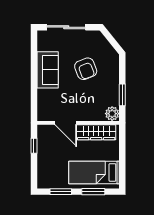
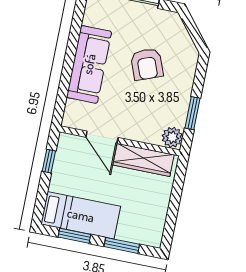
sofa: (48, 70) -> (89, 64), width x1.36
bed: (94, 172) -> (81, 215), moved, turned 180

